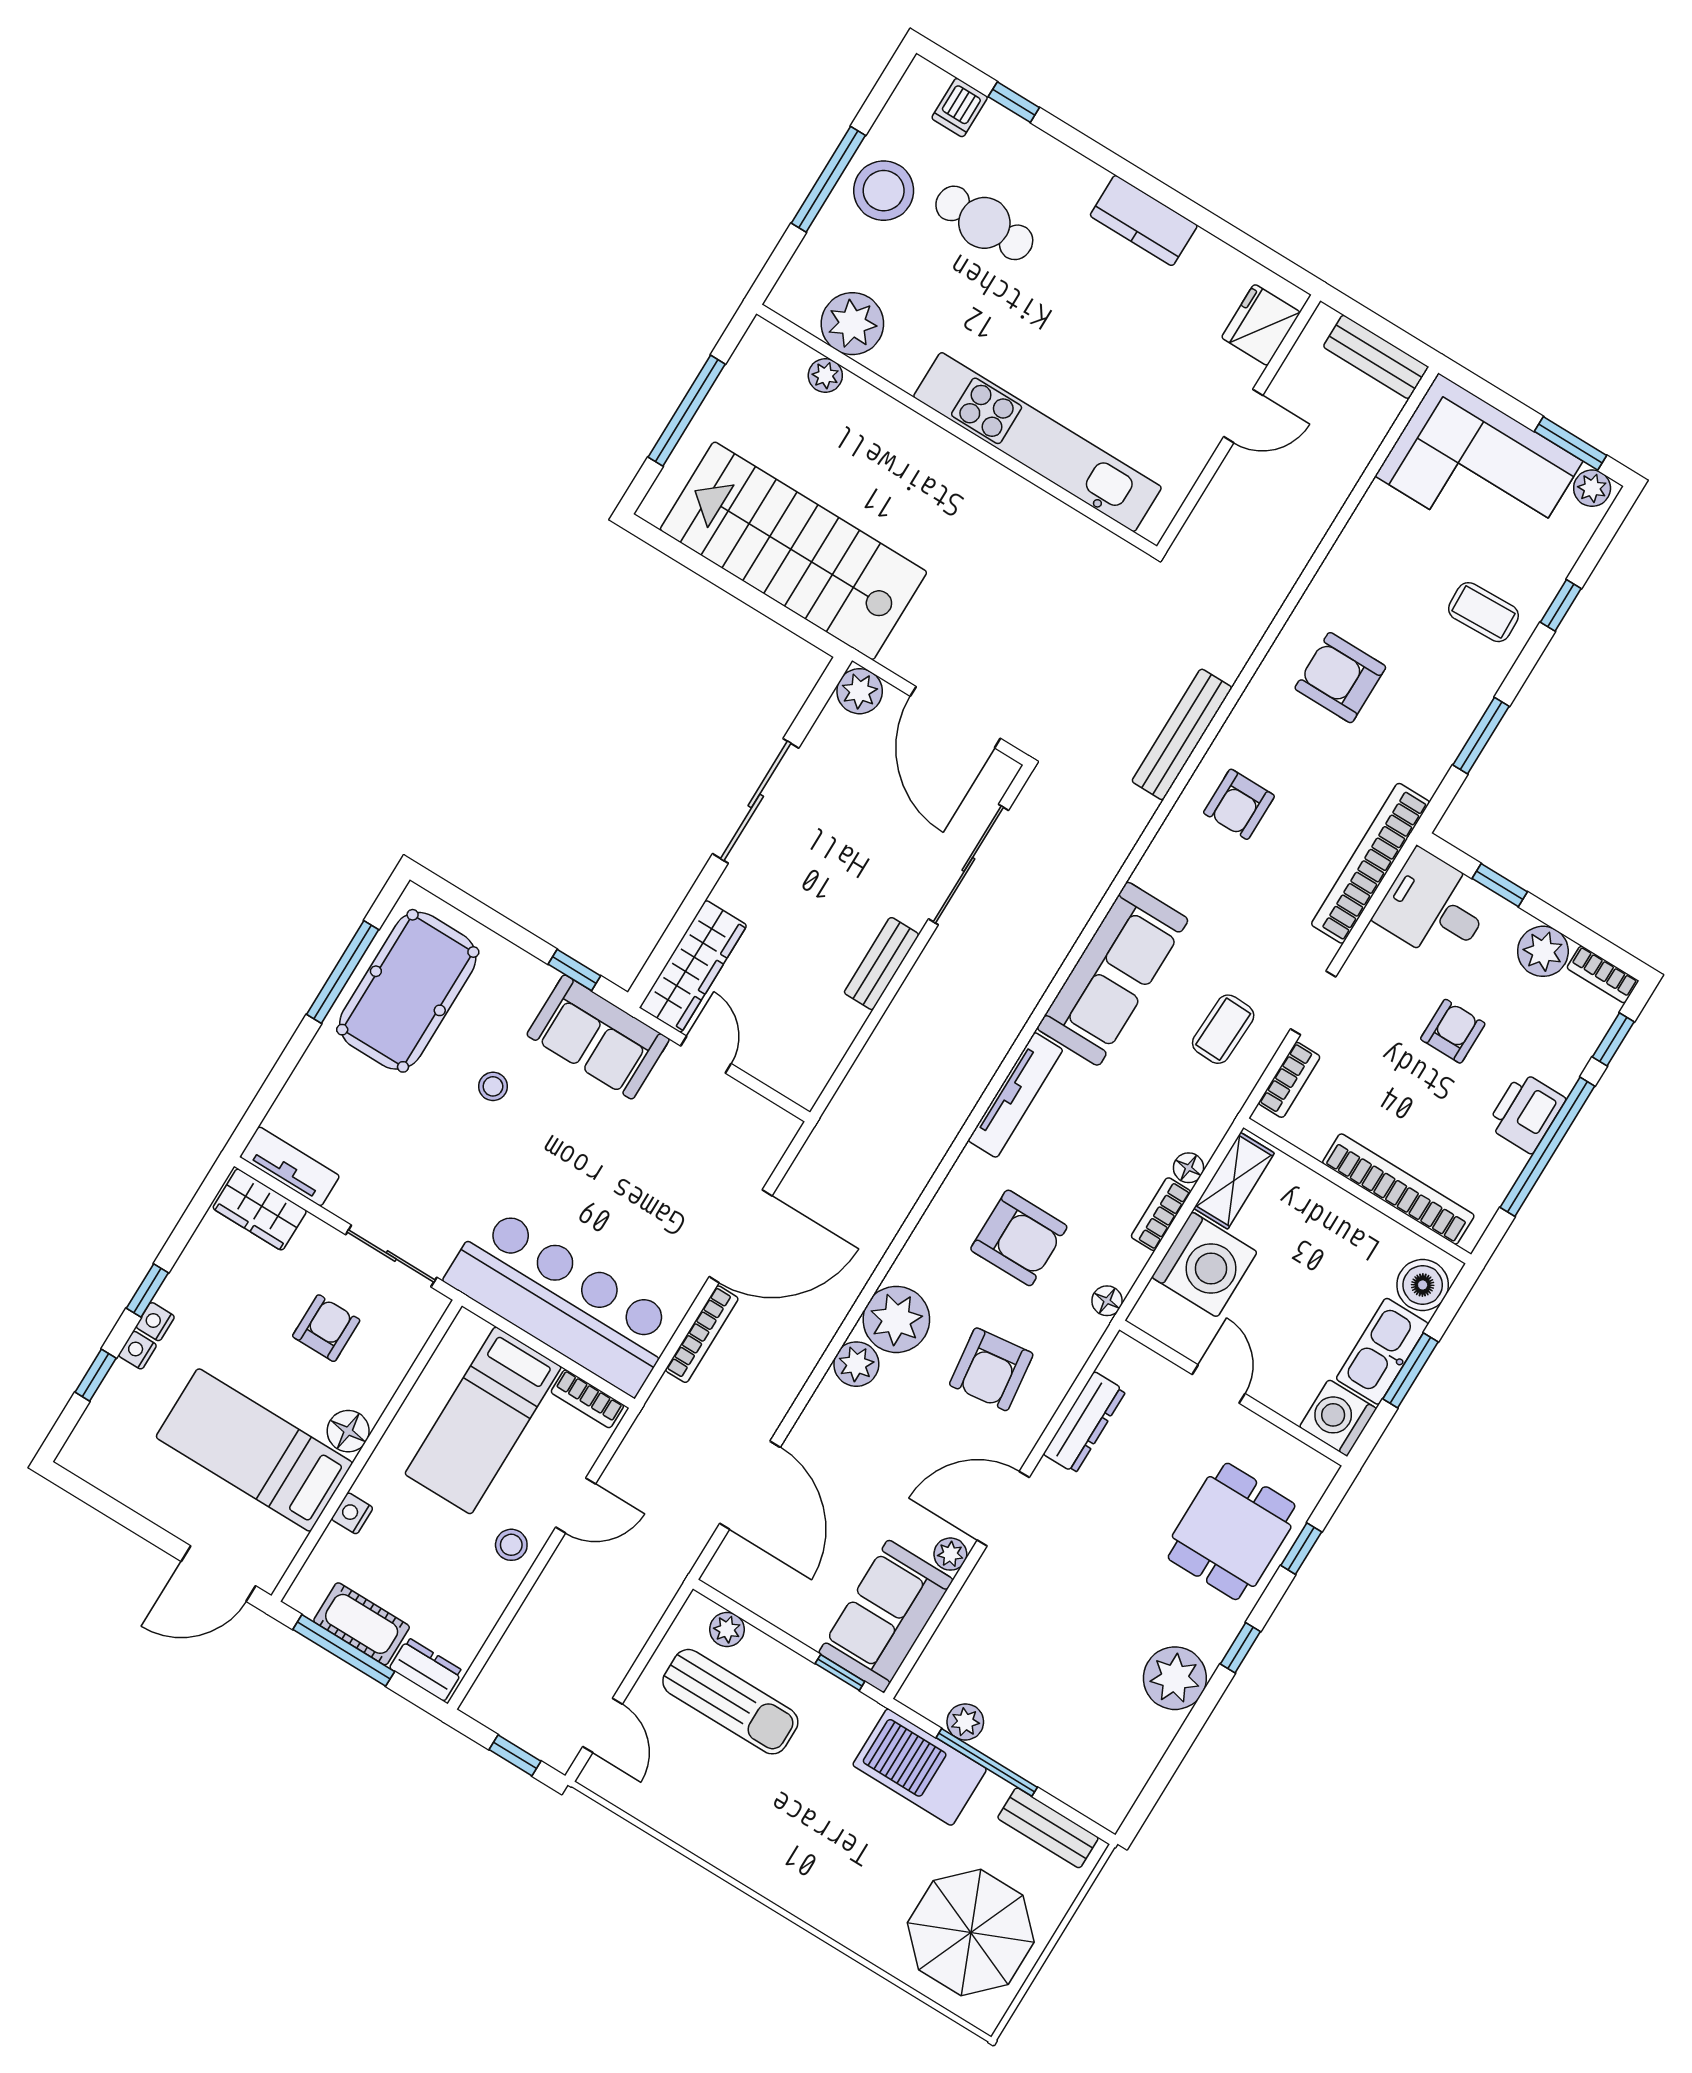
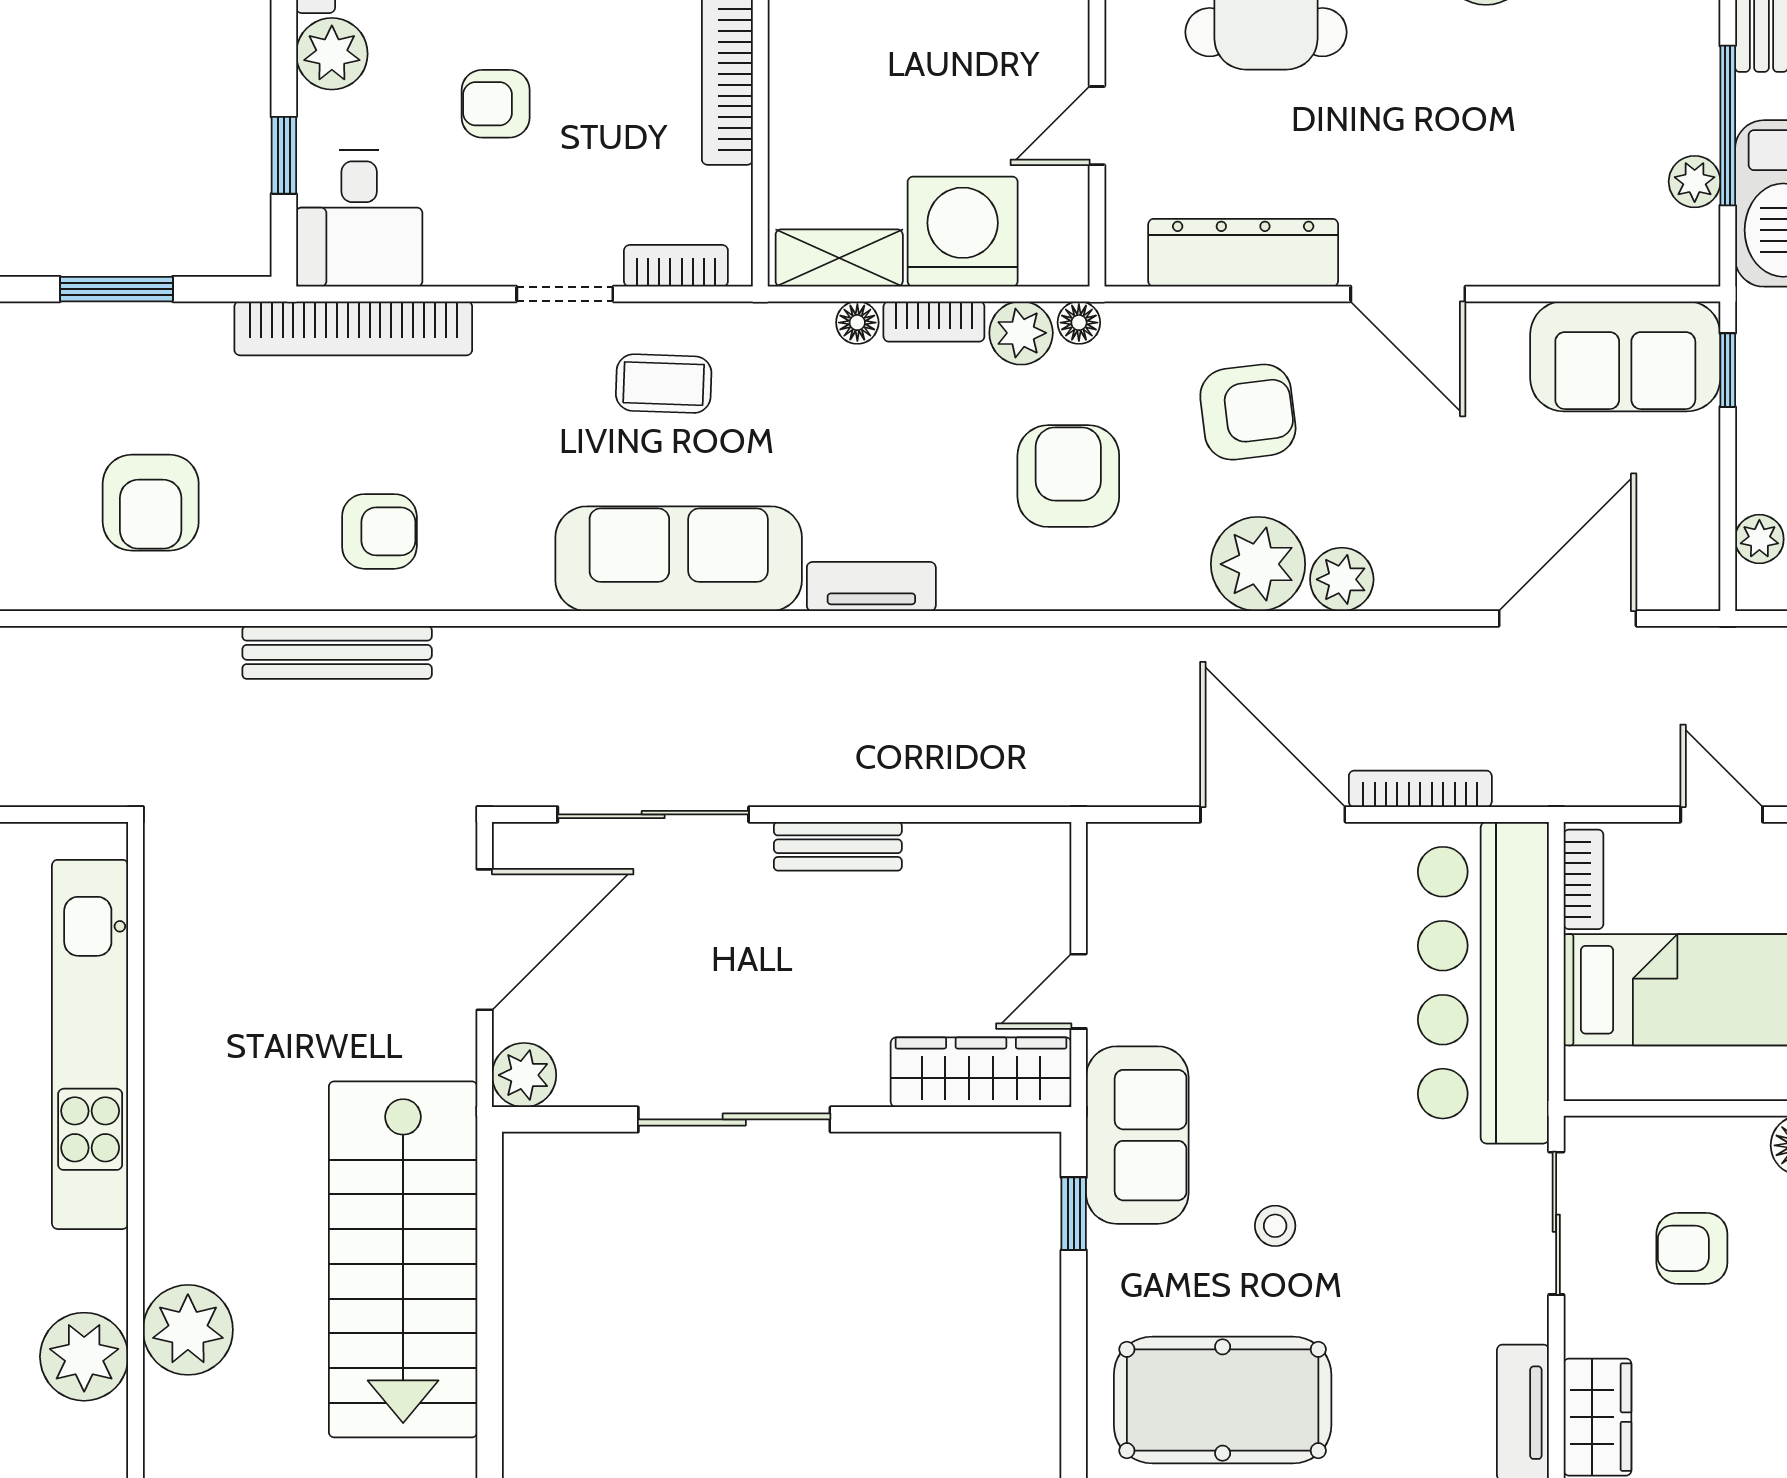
plant: (825, 375) -> (188, 1330), width x1.87, depth x1.87
tv unit: (1015, 1095) -> (871, 587), width x0.71
dresser: (1085, 1423) -> (1243, 253), width x1.37, depth x1.24
plant: (950, 1554) -> (1021, 333), moved, width x1.38, depth x1.38

